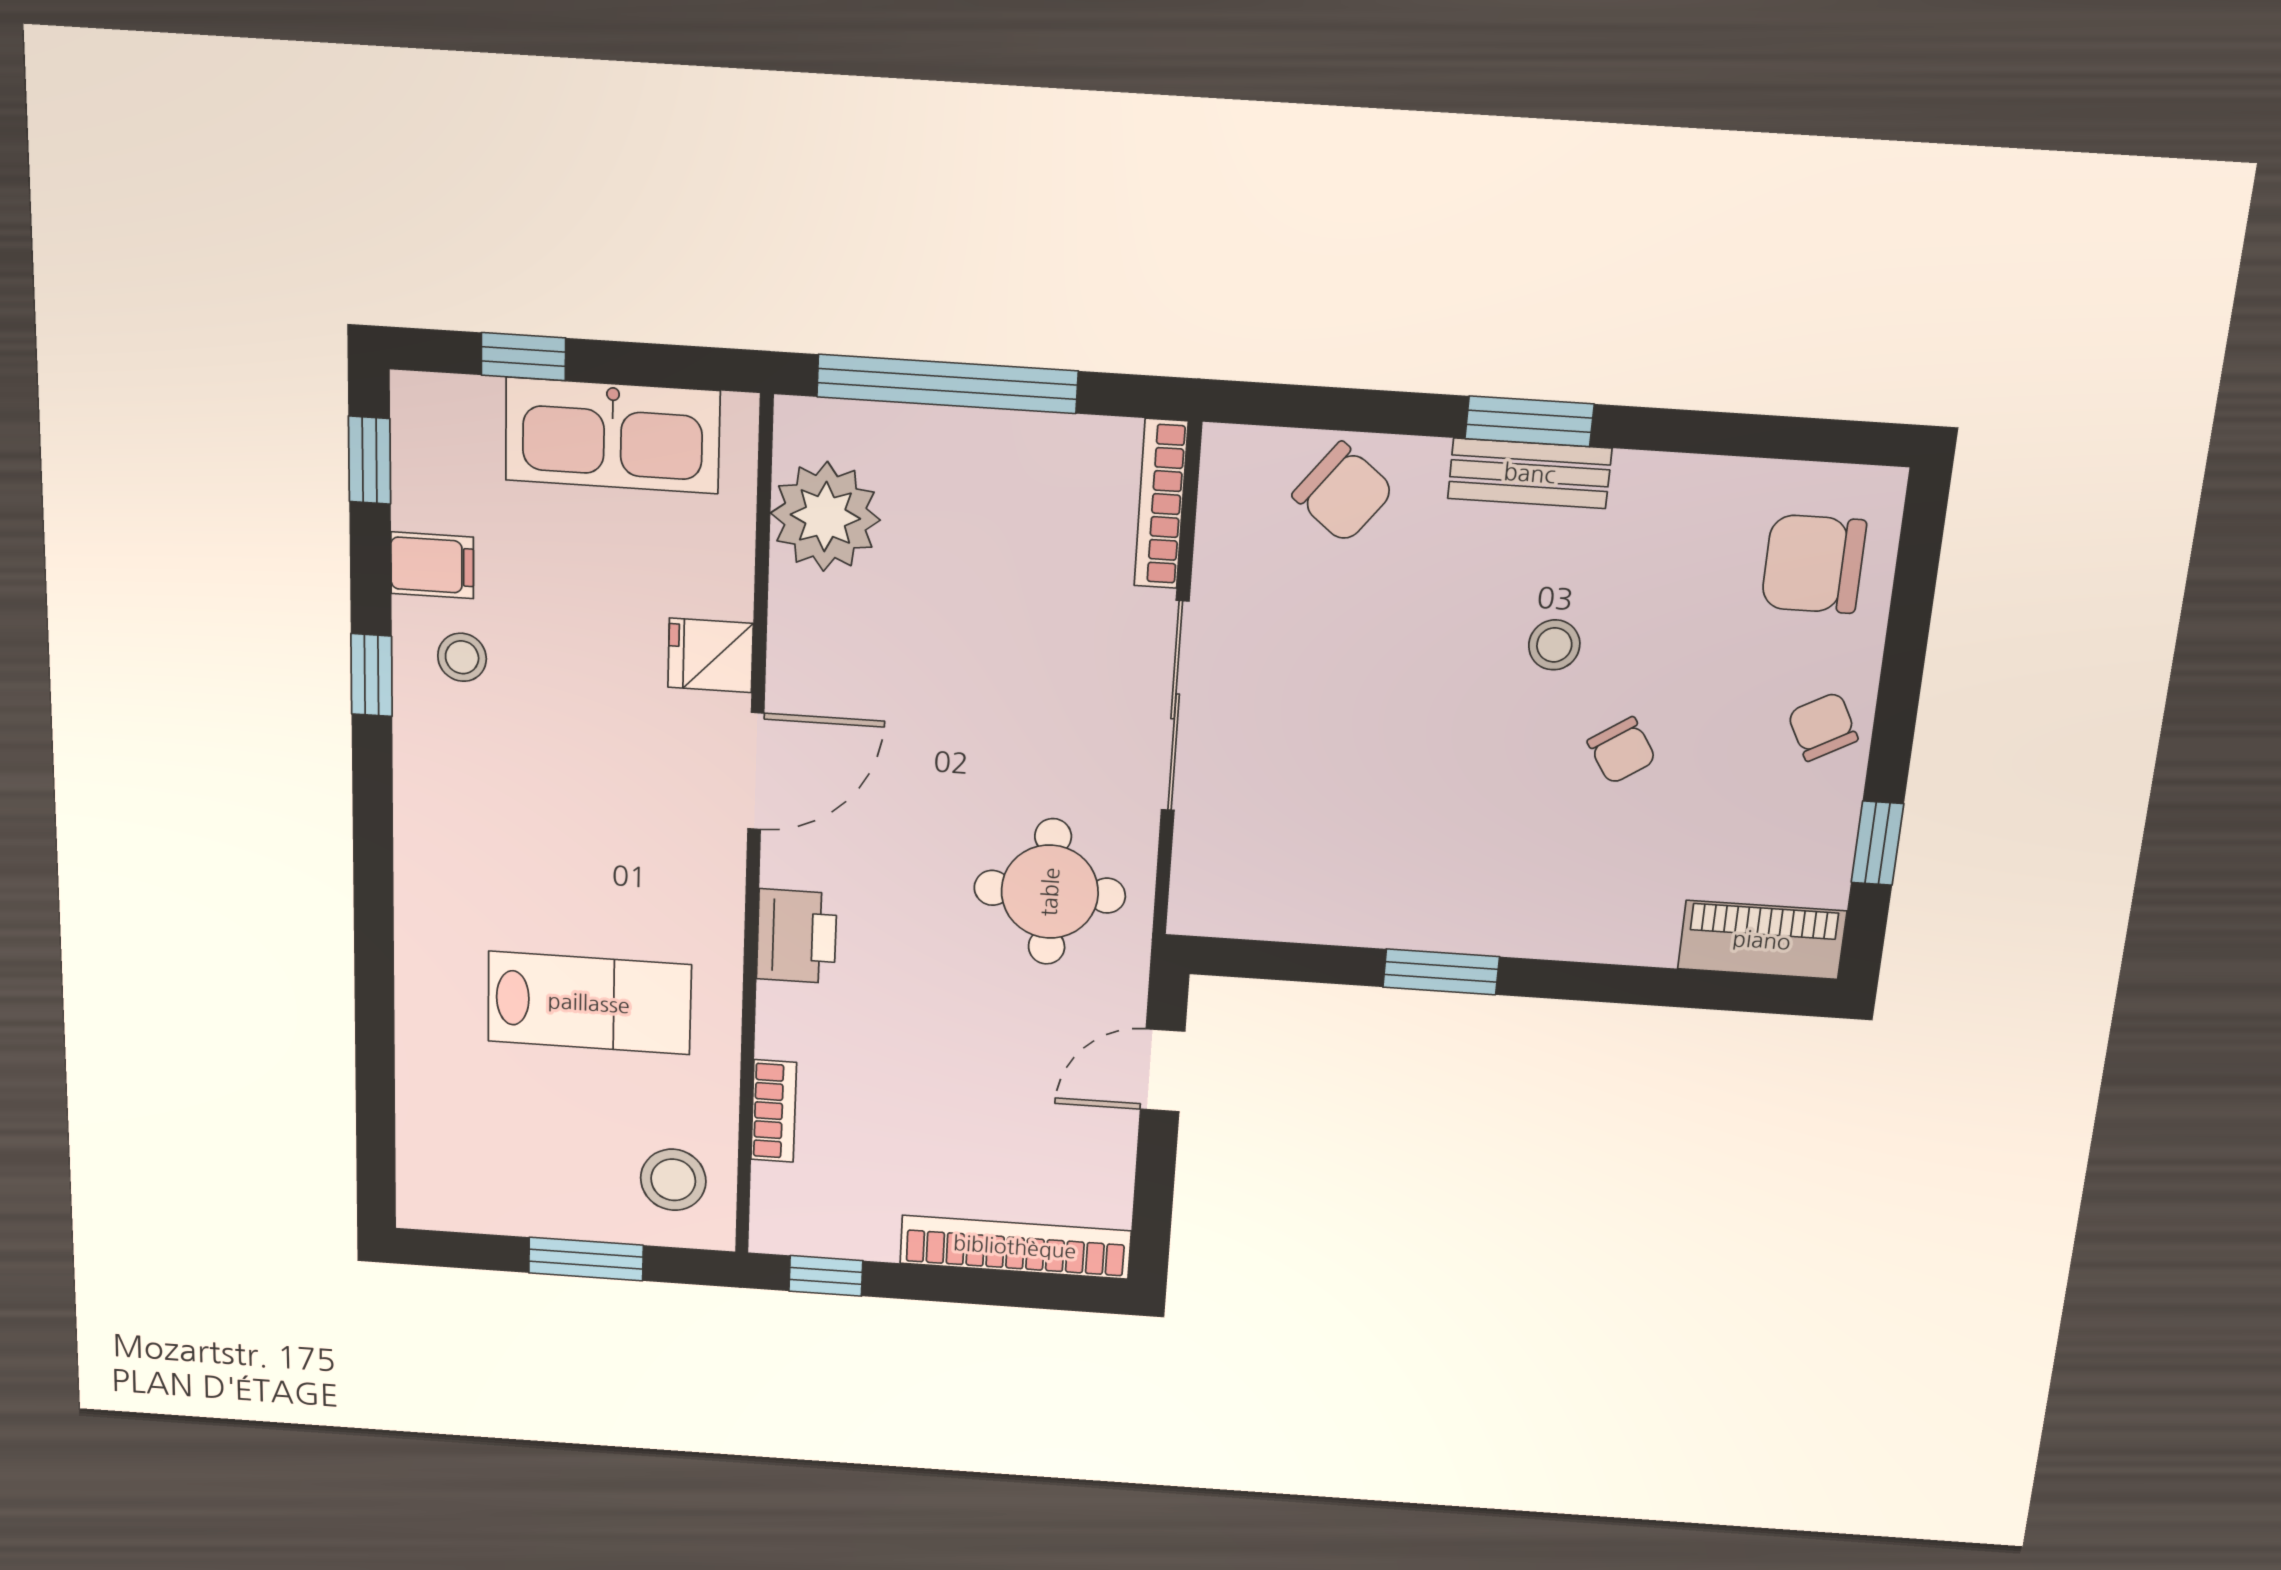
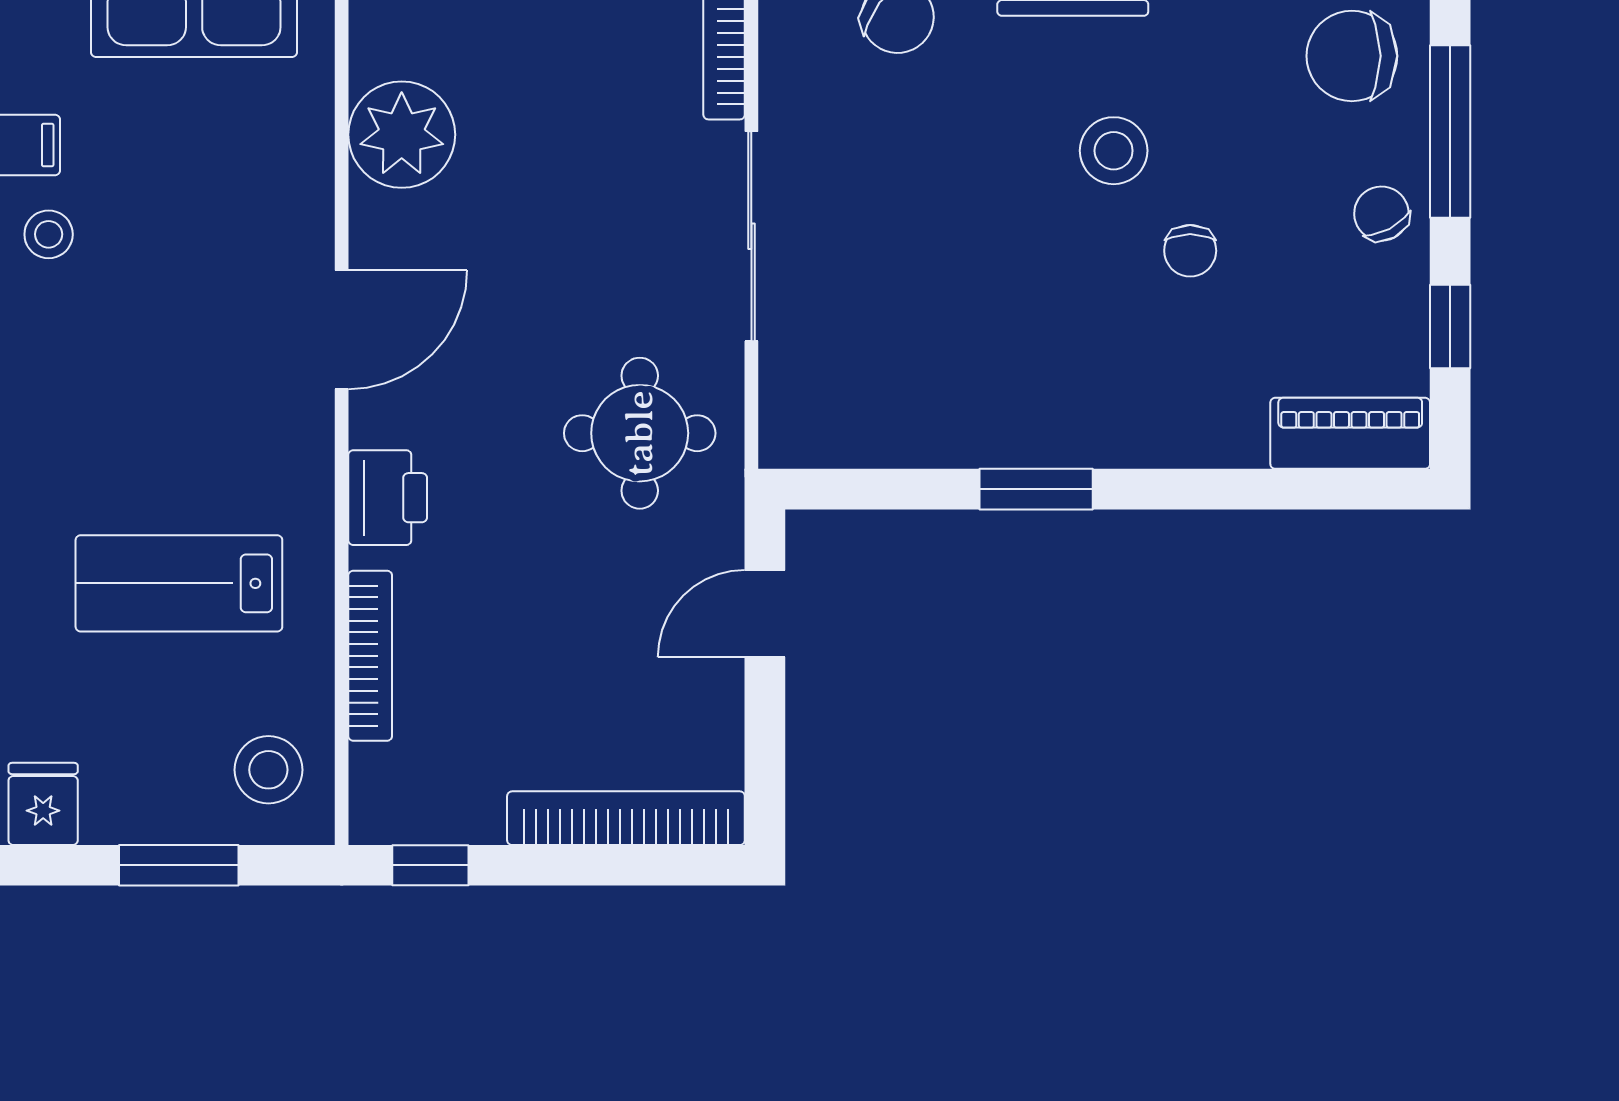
plant: (825, 517) -> (402, 135), moved
stool: (1554, 645) -> (1114, 151), width x1.37, depth x1.37
window: (1905, 648) -> (1450, 131), added
fridge: (711, 655) -> (43, 804), moved, turned 90
chair: (1622, 751) -> (1190, 251), turned 33
lab bench: (589, 1003) -> (179, 583), turned 180
bookcase: (774, 1111) -> (370, 656), width x1.56

